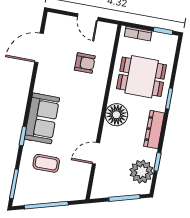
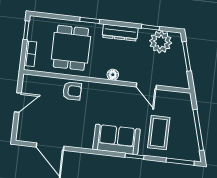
armchair: (85, 63) -> (72, 91), moved, turned 90
floor lamp: (116, 115) -> (113, 75), width x0.53, depth x0.53
coffee table: (46, 163) -> (159, 133), width x1.36, depth x1.30

